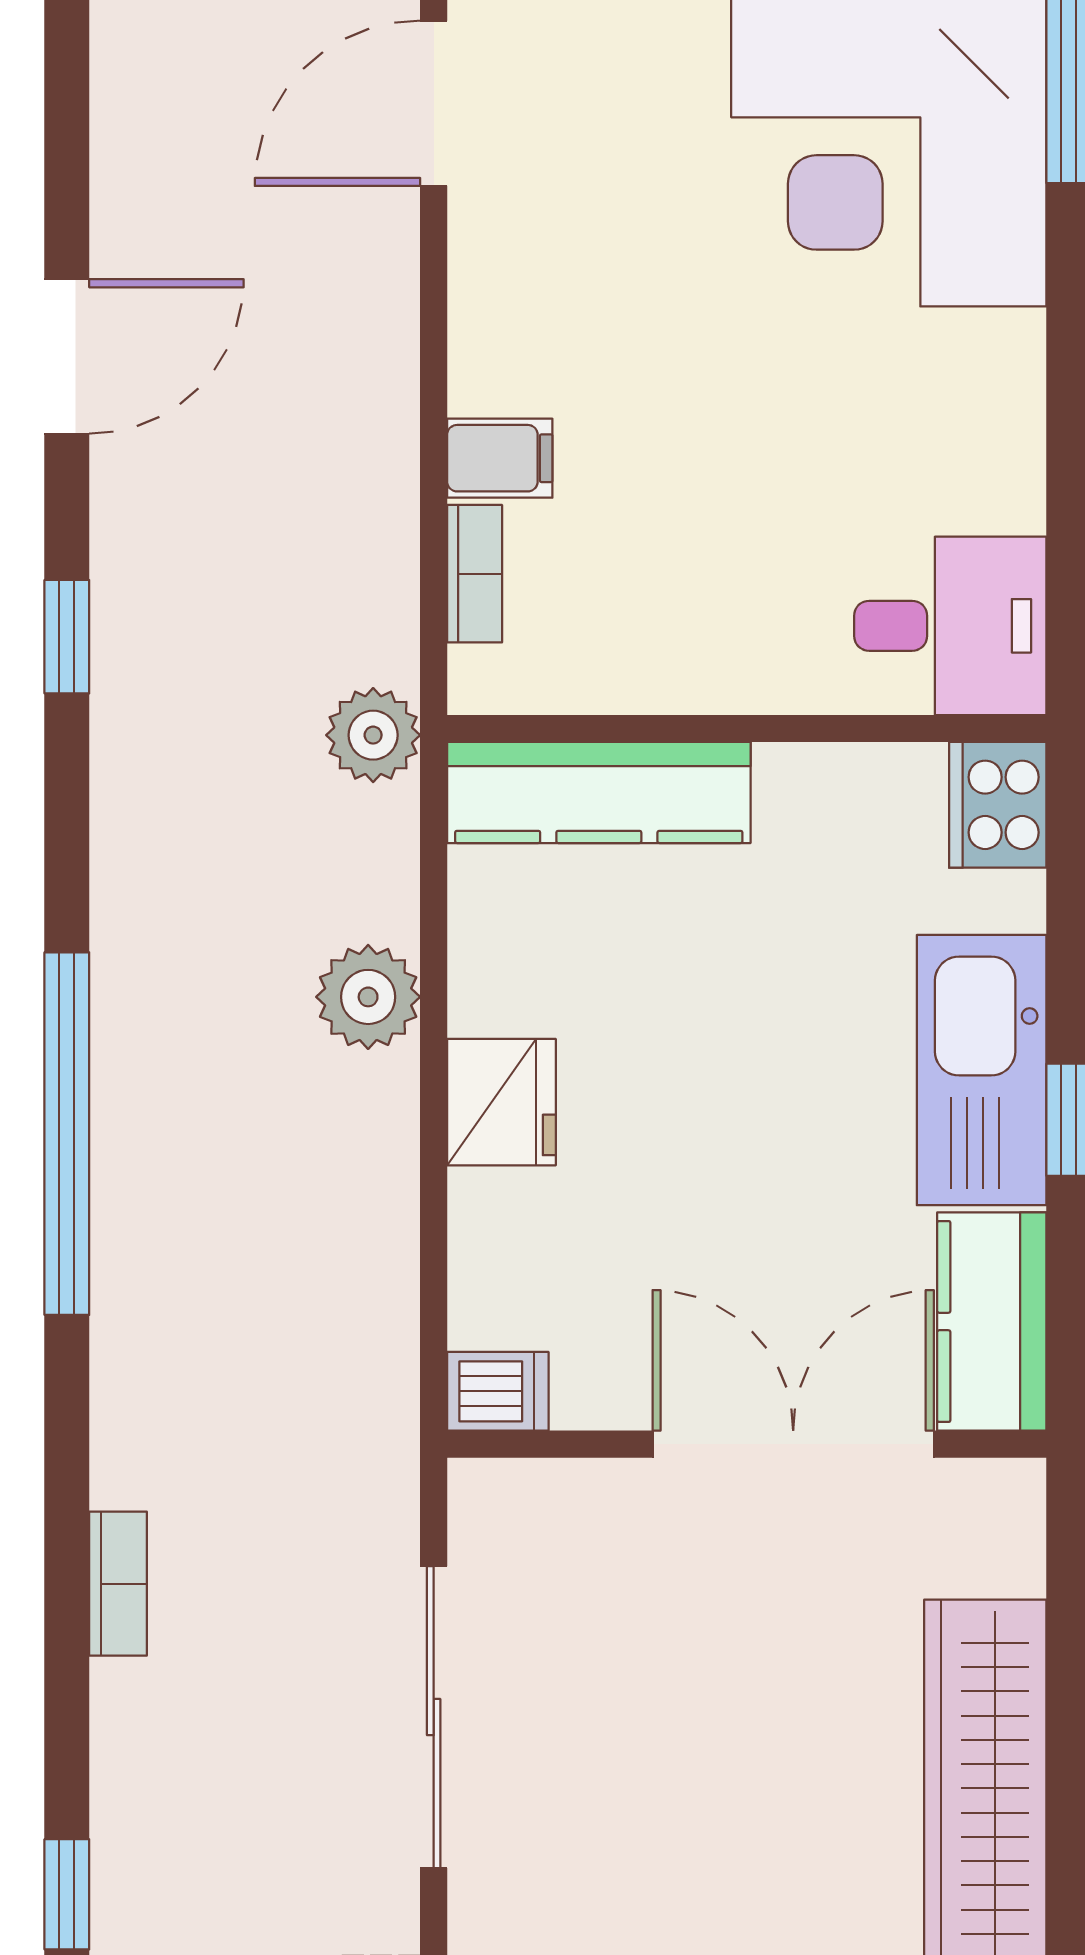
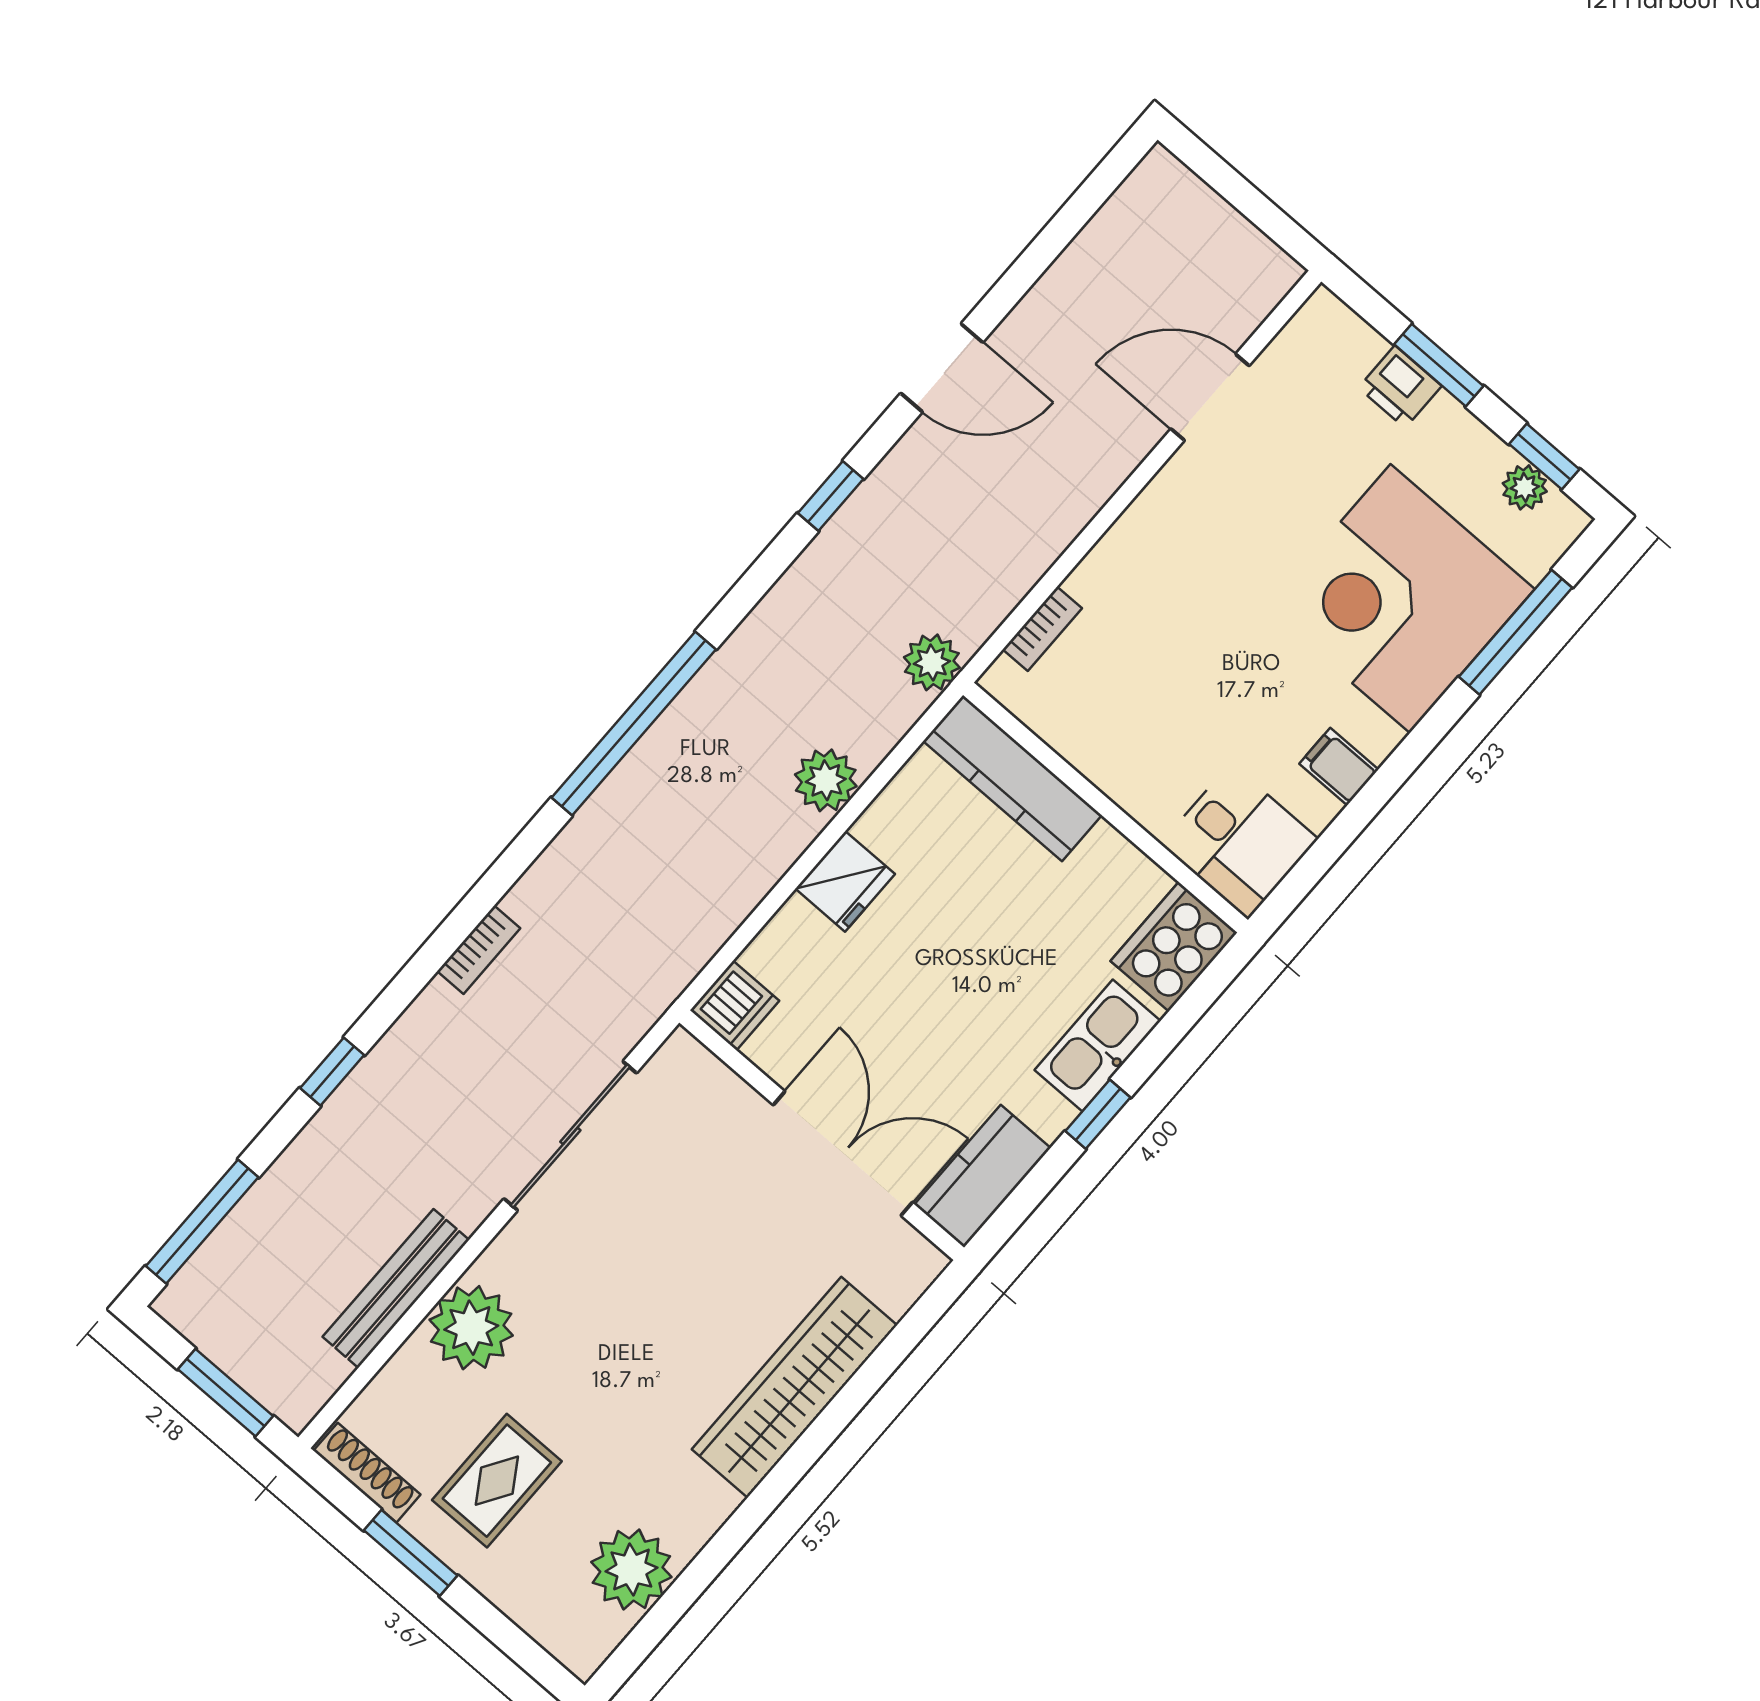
filing cabinet: (500, 458) -> (1339, 767), moved, turned 180
cooker: (998, 805) -> (1174, 947), width x1.37, depth x1.31
kitchen sink: (982, 1070) -> (1098, 1046), width x0.73, depth x0.81
dishwasher: (498, 1391) -> (735, 1005), width x1.38

